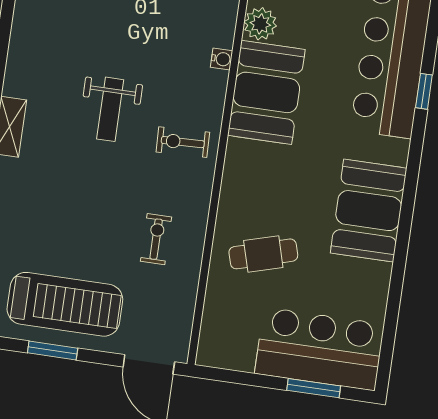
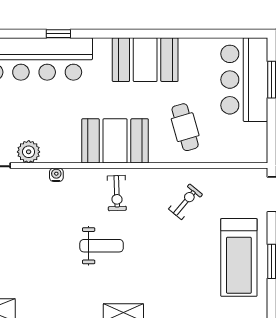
booth: (266, 92) -> (115, 141), moved
exercise bike: (156, 239) -> (186, 202), turned 130
treadmill: (65, 304) -> (239, 257), turned 180

